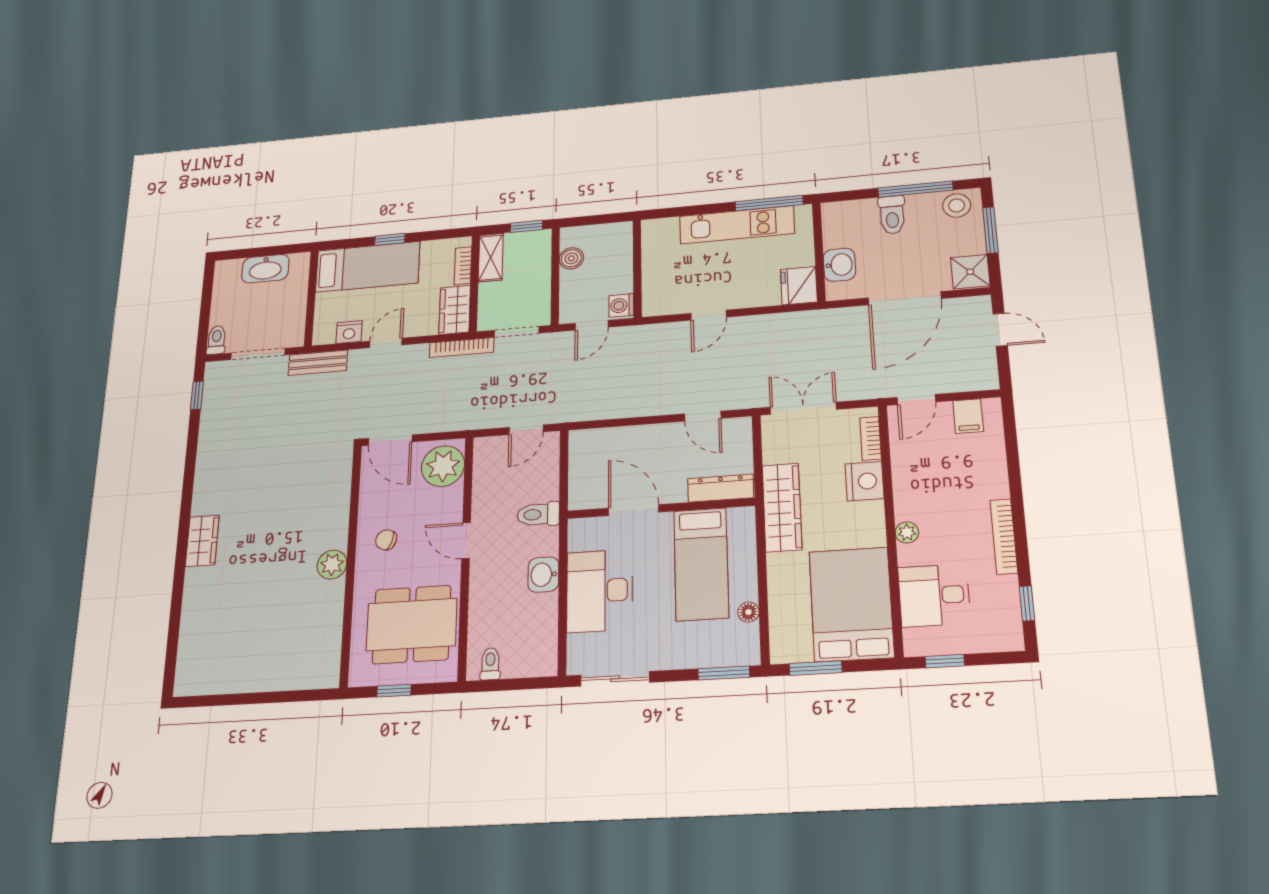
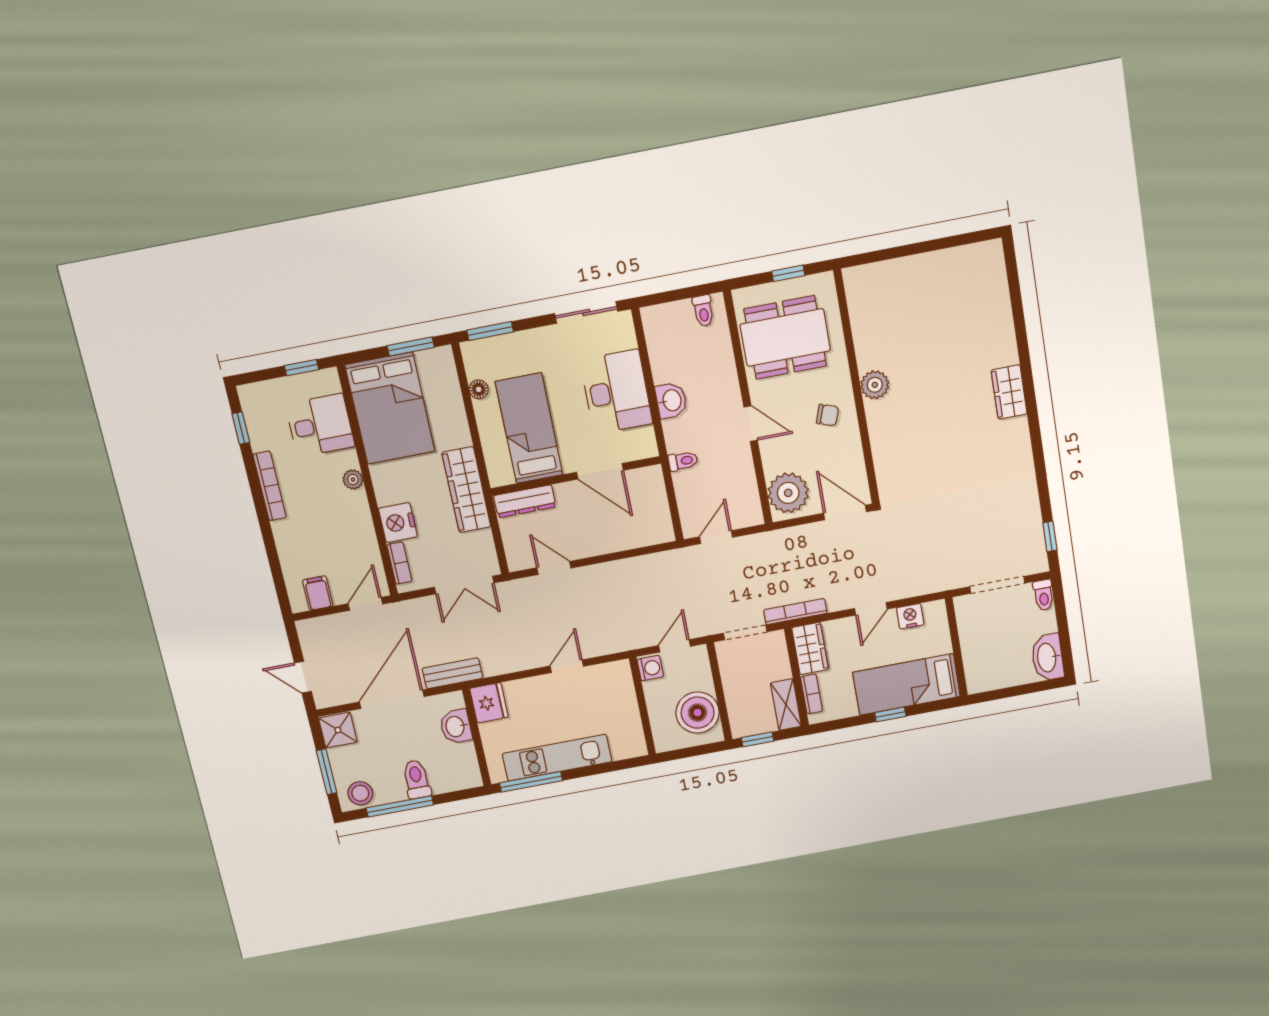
boiler: (571, 258) -> (698, 713), width x1.86, depth x1.86
washbasin: (265, 269) -> (1047, 657), moved, turned -90
bench: (318, 363) -> (452, 673), moved
toilet: (538, 514) -> (683, 461), width x0.73, depth x0.72

